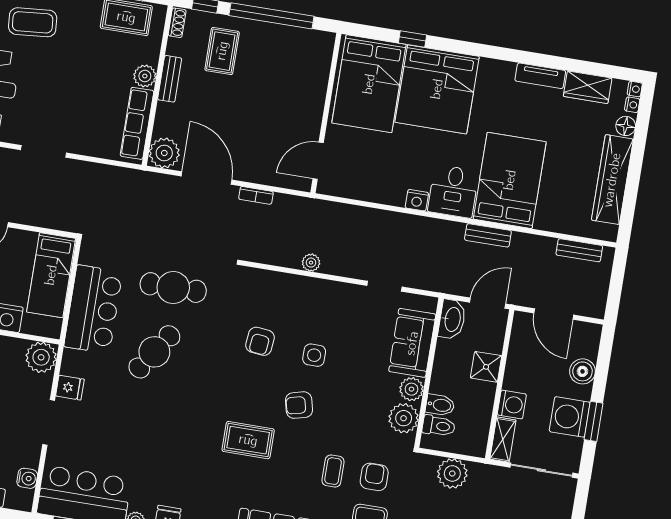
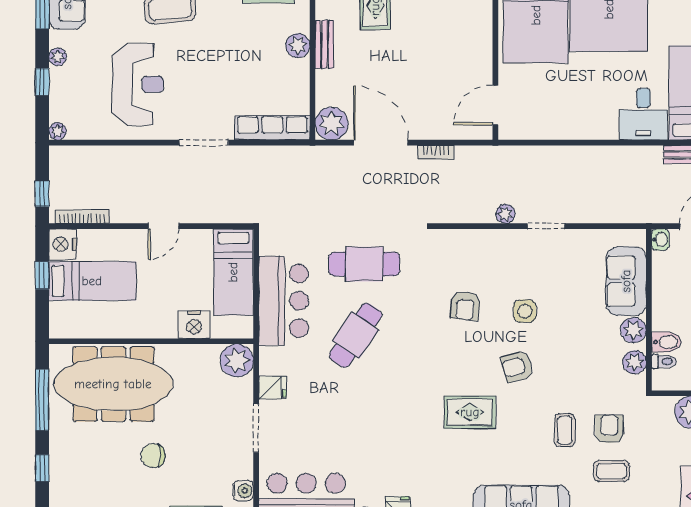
row of seats: (137, 123) -> (272, 128), moved, turned 90
nightstand: (417, 200) -> (606, 130), removed
doorway: (385, 286) -> (546, 226), moved
washbasin: (452, 319) -> (660, 240), width x0.52, depth x0.69
plant: (404, 418) -> (634, 362), width x0.73, depth x0.73
toilet: (439, 426) -> (664, 361), width x0.73, depth x0.72

